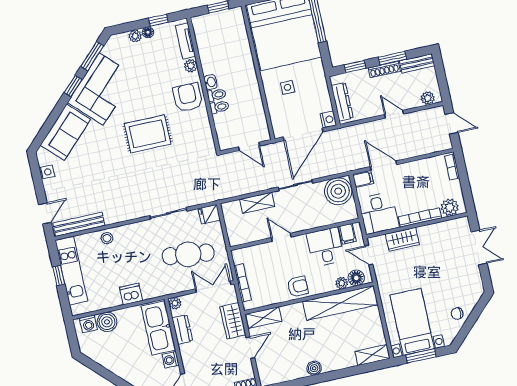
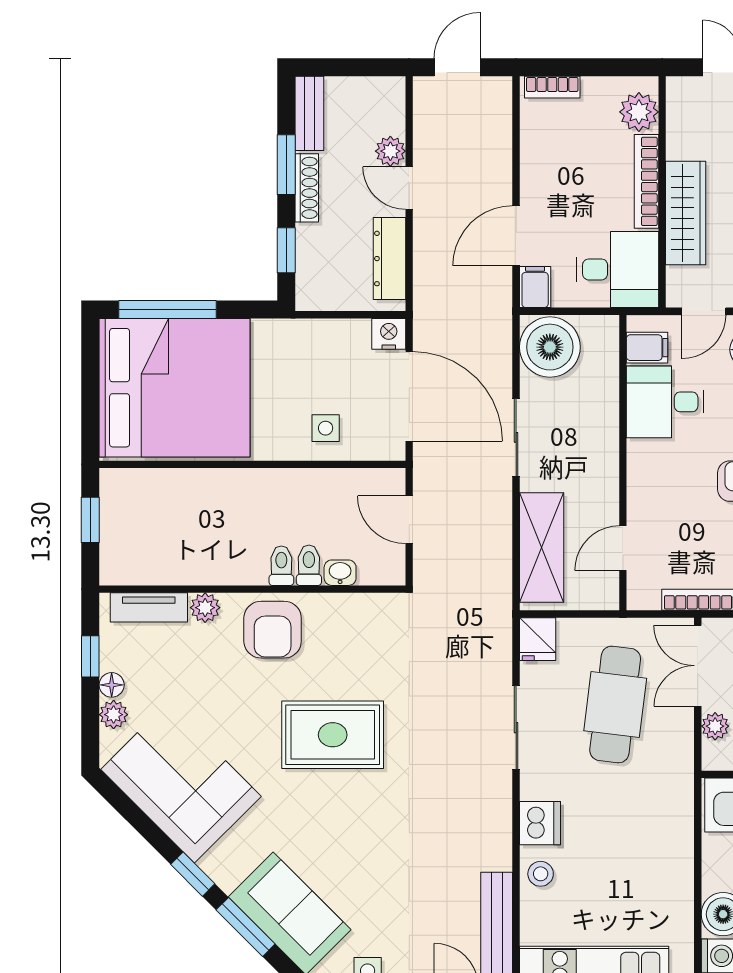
window: (92, 56) -> (246, 927), moved
washbasin: (210, 82) -> (340, 573), moved
side table: (288, 87) -> (326, 428), moved
corner sofa: (101, 89) -> (181, 783), moved
armchair: (188, 97) -> (273, 630), turned -90
plant: (428, 98) -> (390, 151), moved
dresser: (342, 102) -> (389, 259), moved, turned -90
door: (394, 114) -> (409, 188), hinge flipped
rug: (148, 134) -> (333, 735), turned 90
door: (249, 146) -> (409, 520), swing flipped
shelving: (257, 203) -> (542, 547), width x1.50, depth x1.33
door: (281, 237) -> (623, 548), moved
wardrobe: (402, 239) -> (686, 213), width x1.50
dishwasher: (131, 294) -> (540, 823), moved, turned 180
plant: (175, 303) -> (715, 726), moved

